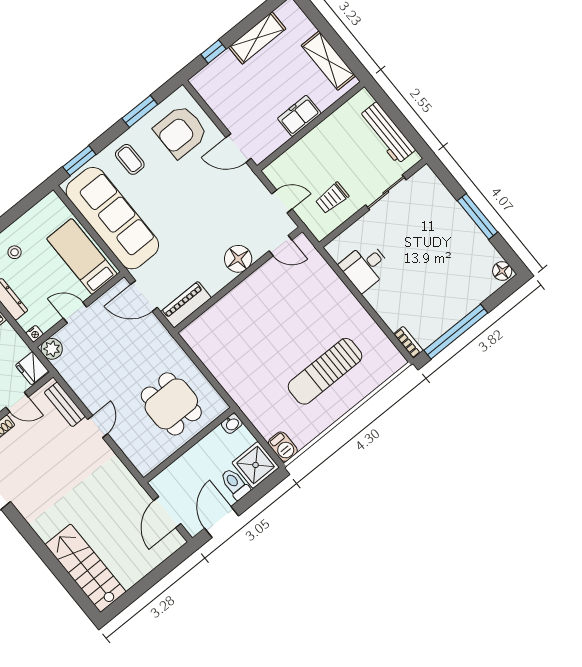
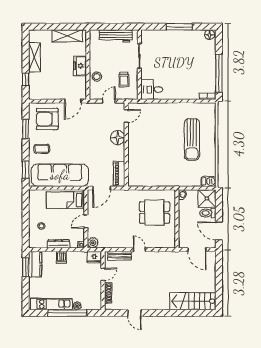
armchair: (181, 131) -> (47, 119), turned 90
stool: (304, 154) -> (97, 77), added
desk: (365, 267) -> (152, 90), moved, turned 90

